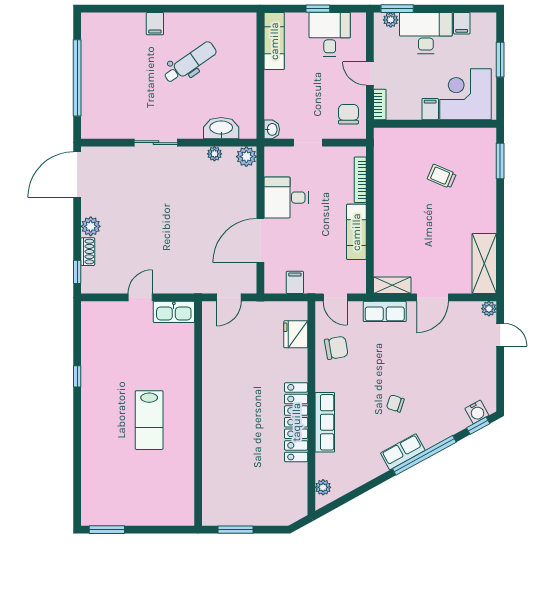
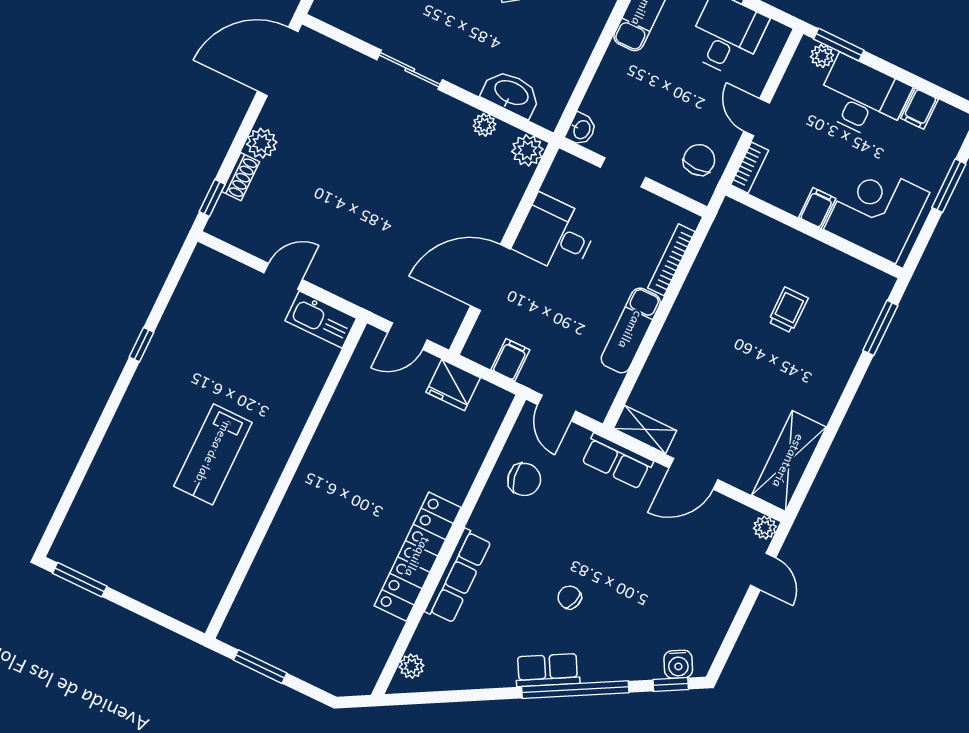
trolley: (442, 176) -> (788, 310), turned 67
fridge: (296, 334) -> (453, 385), moved, turned -90

